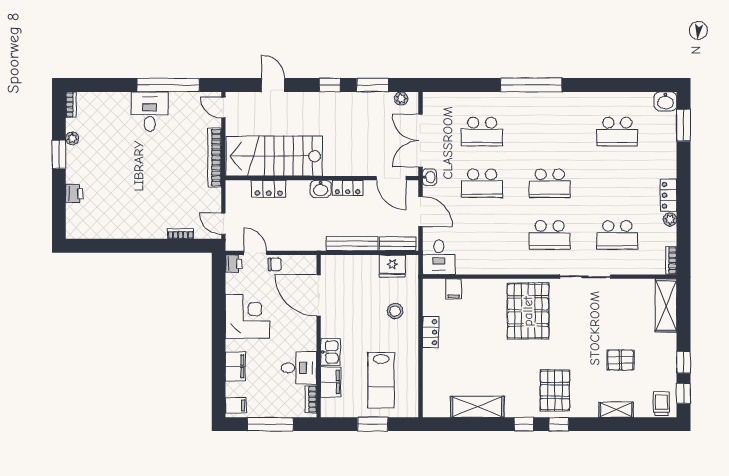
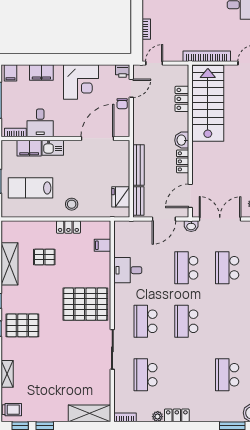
desk: (439, 257) -> (128, 270), moved
stool: (395, 311) -> (72, 204), moved
pallet: (620, 360) -> (44, 257), moved, turned 90

